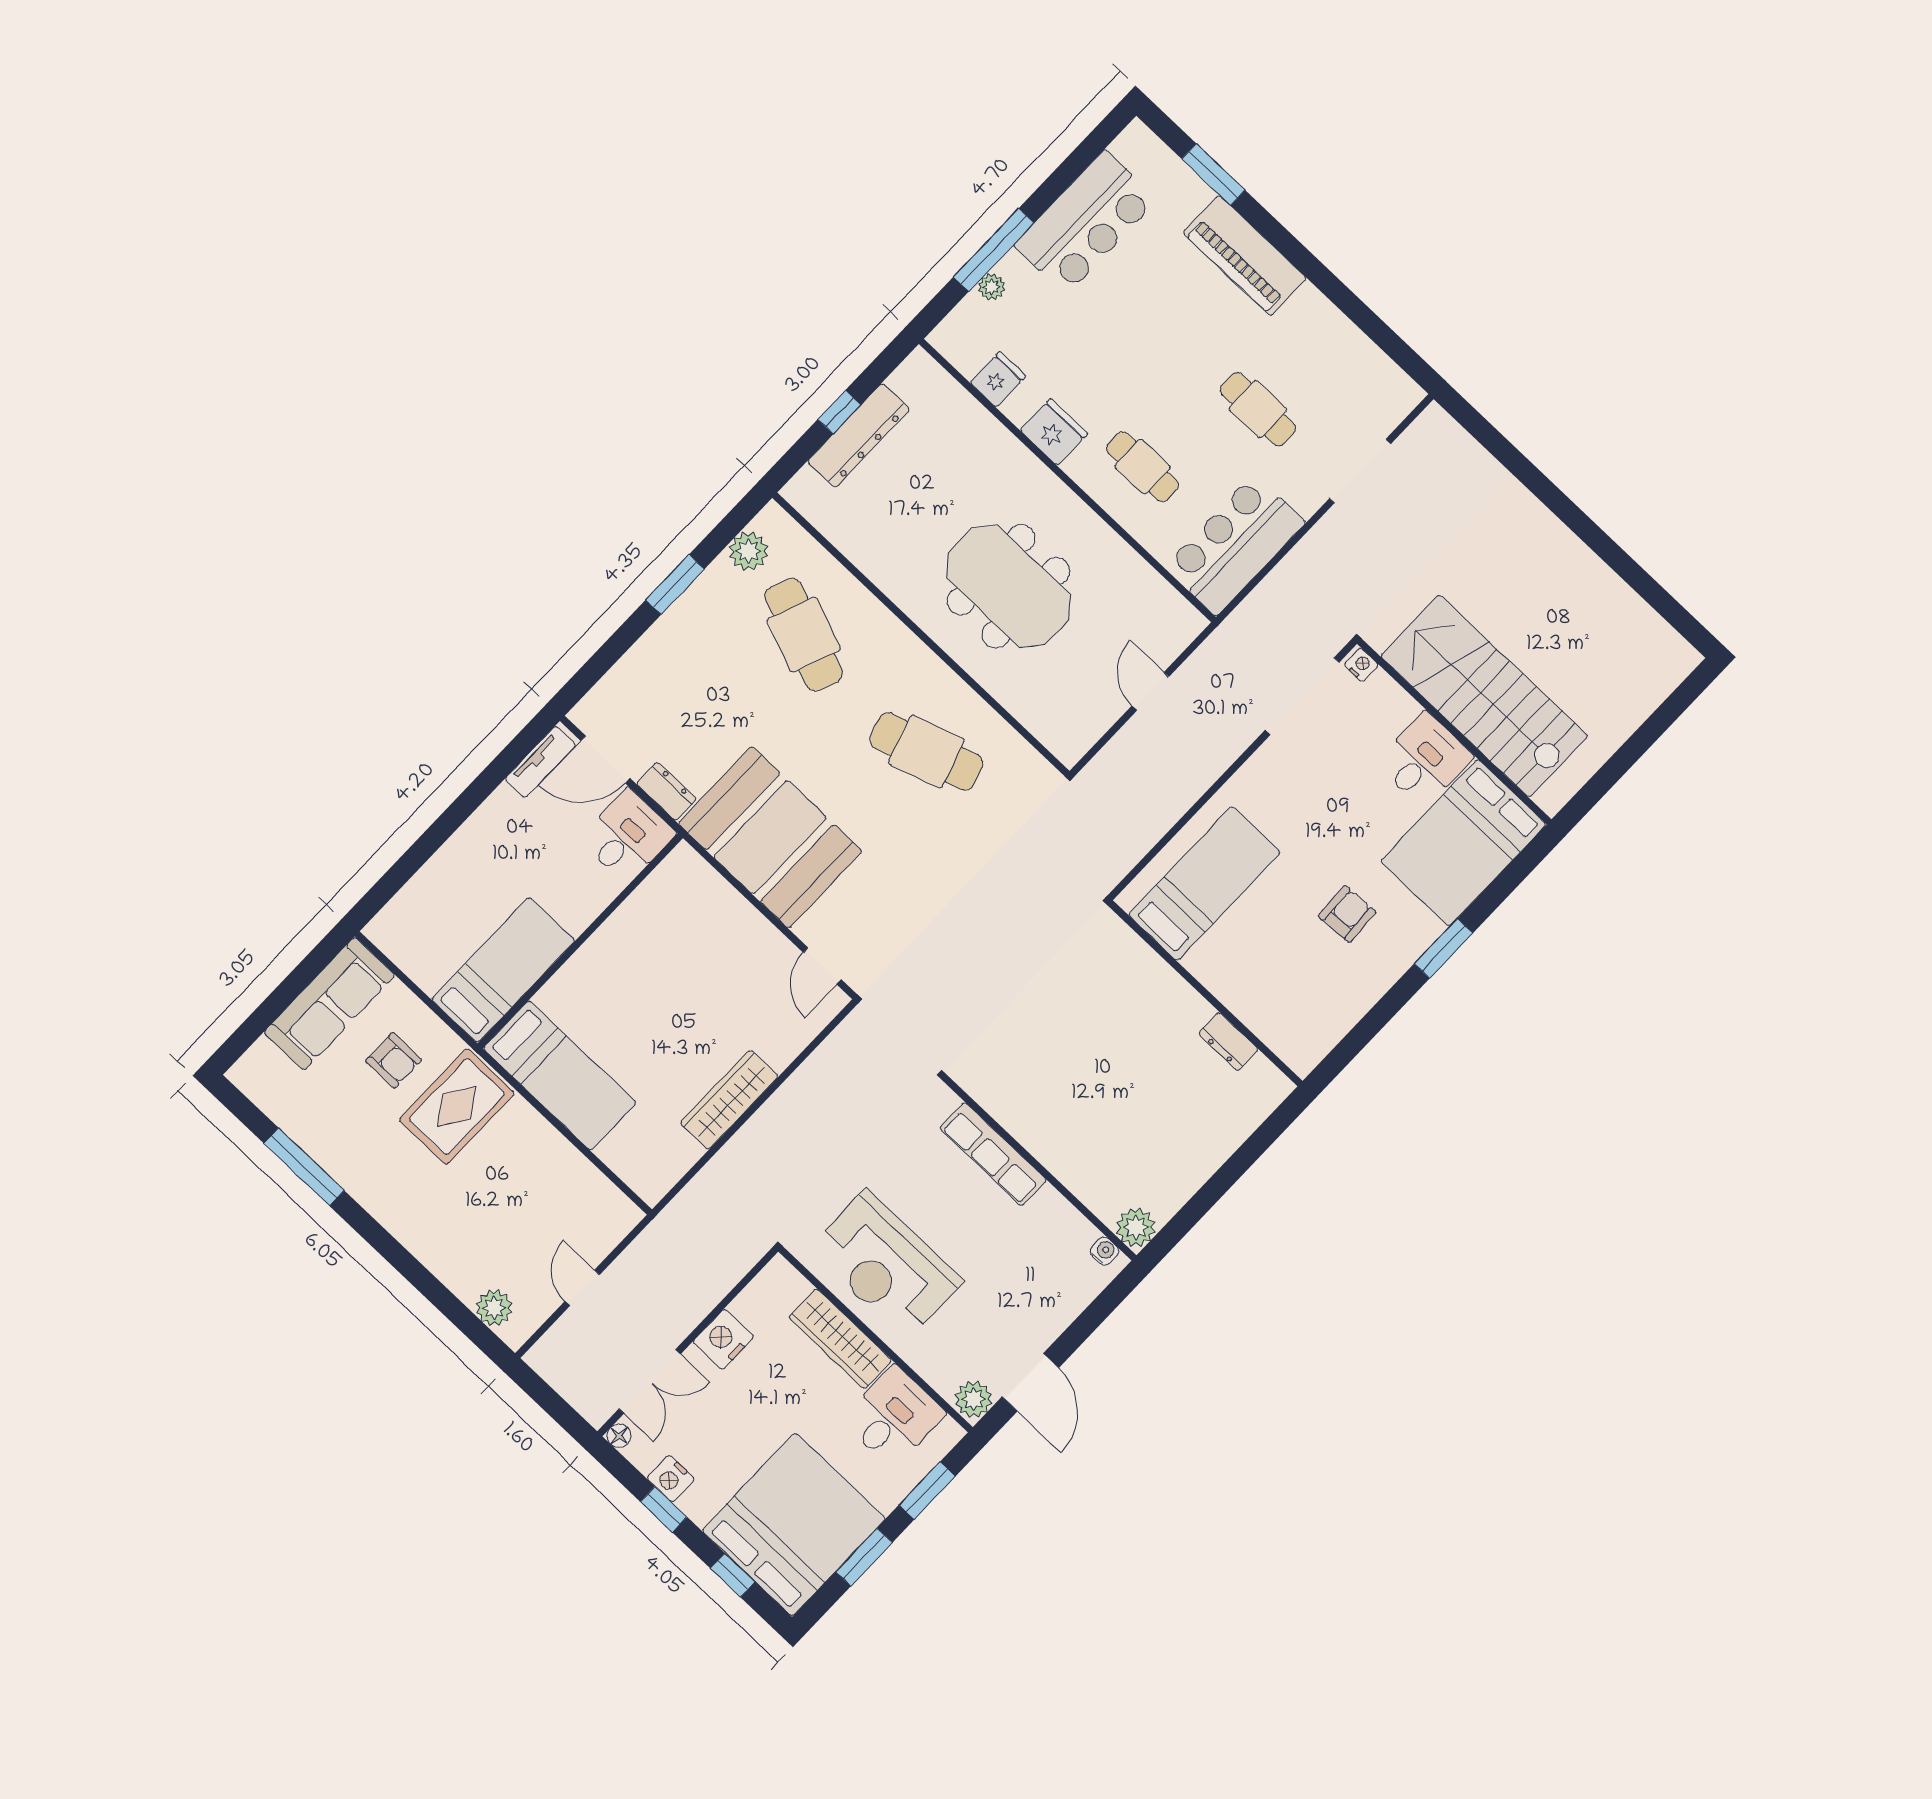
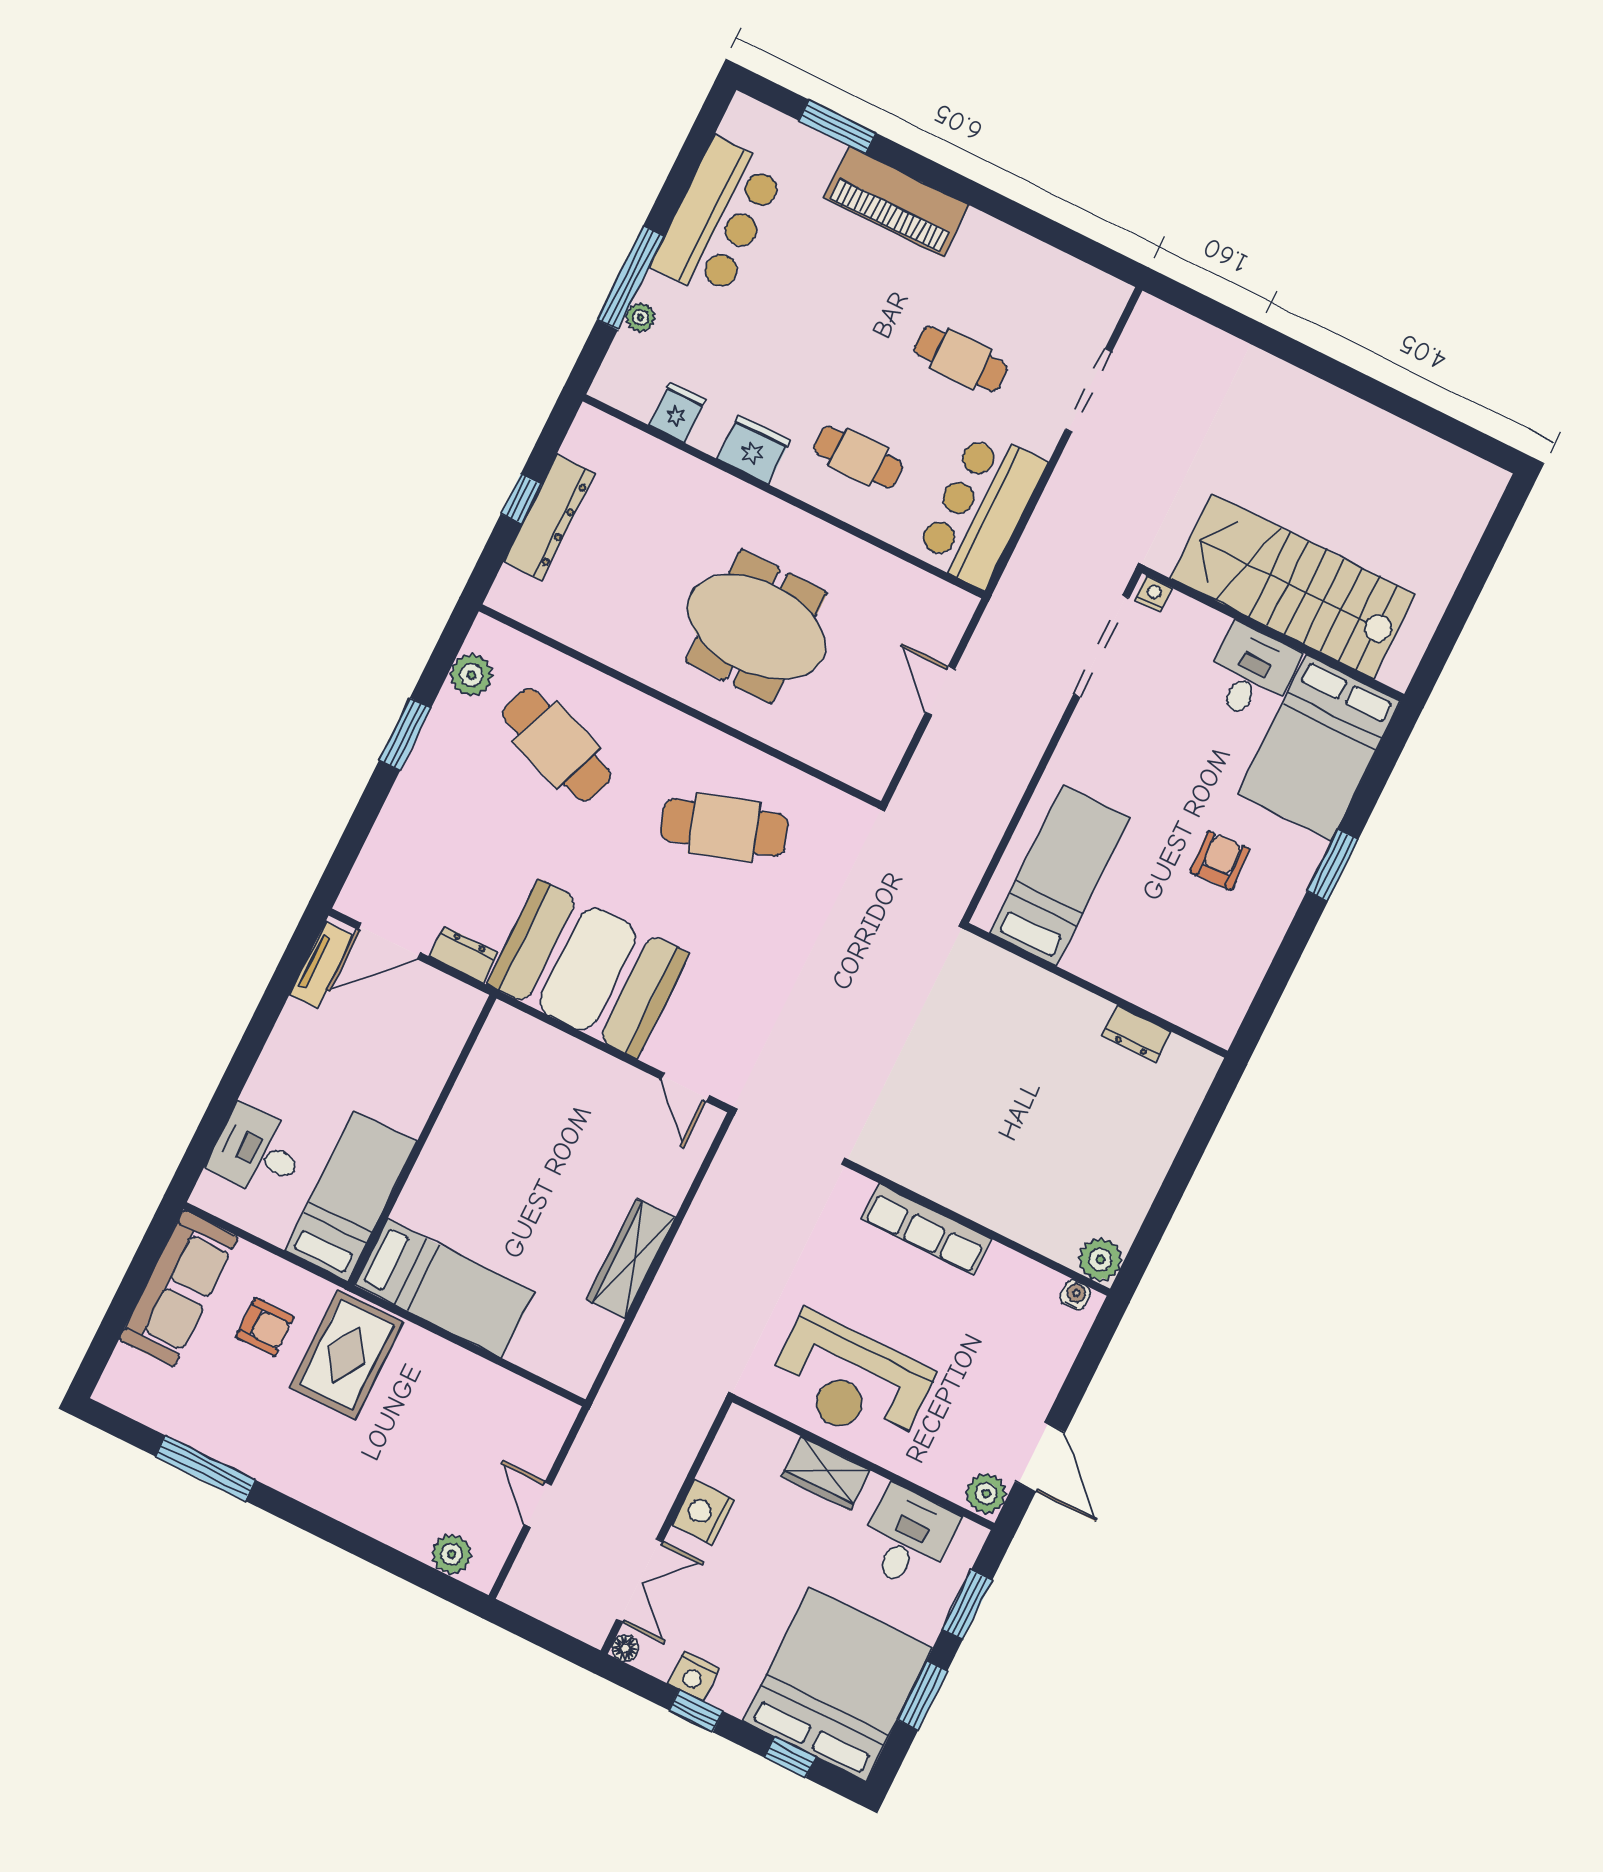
desk: (627, 836) -> (257, 1152), moved, turned -90
wardrobe: (840, 1339) -> (826, 1473), width x0.67

